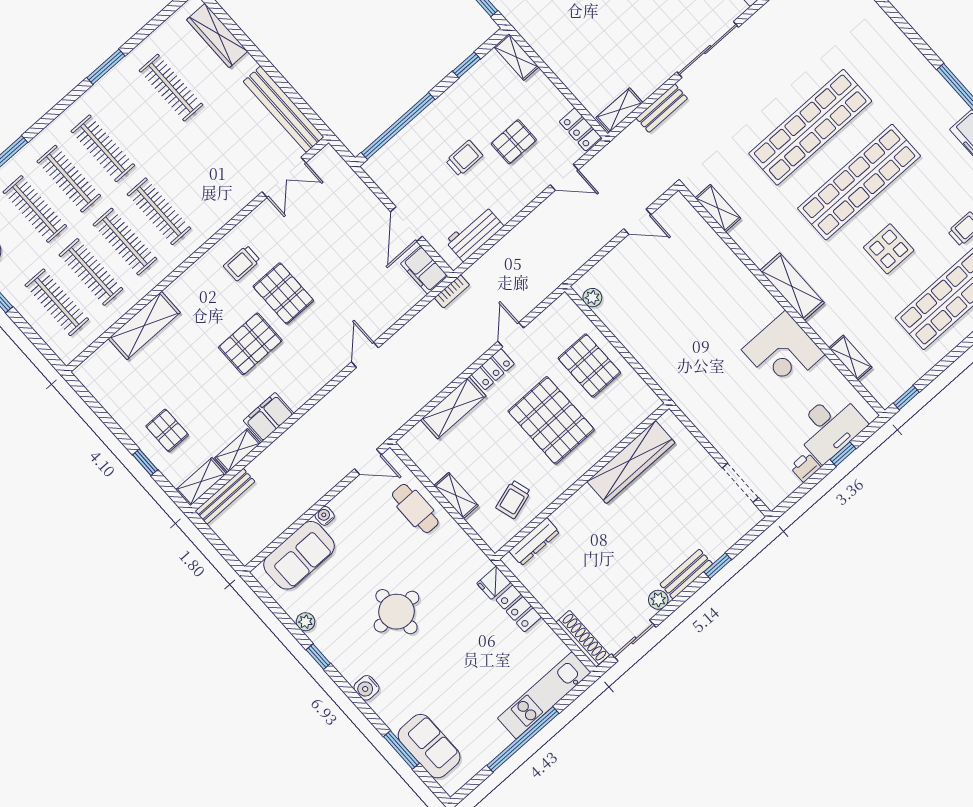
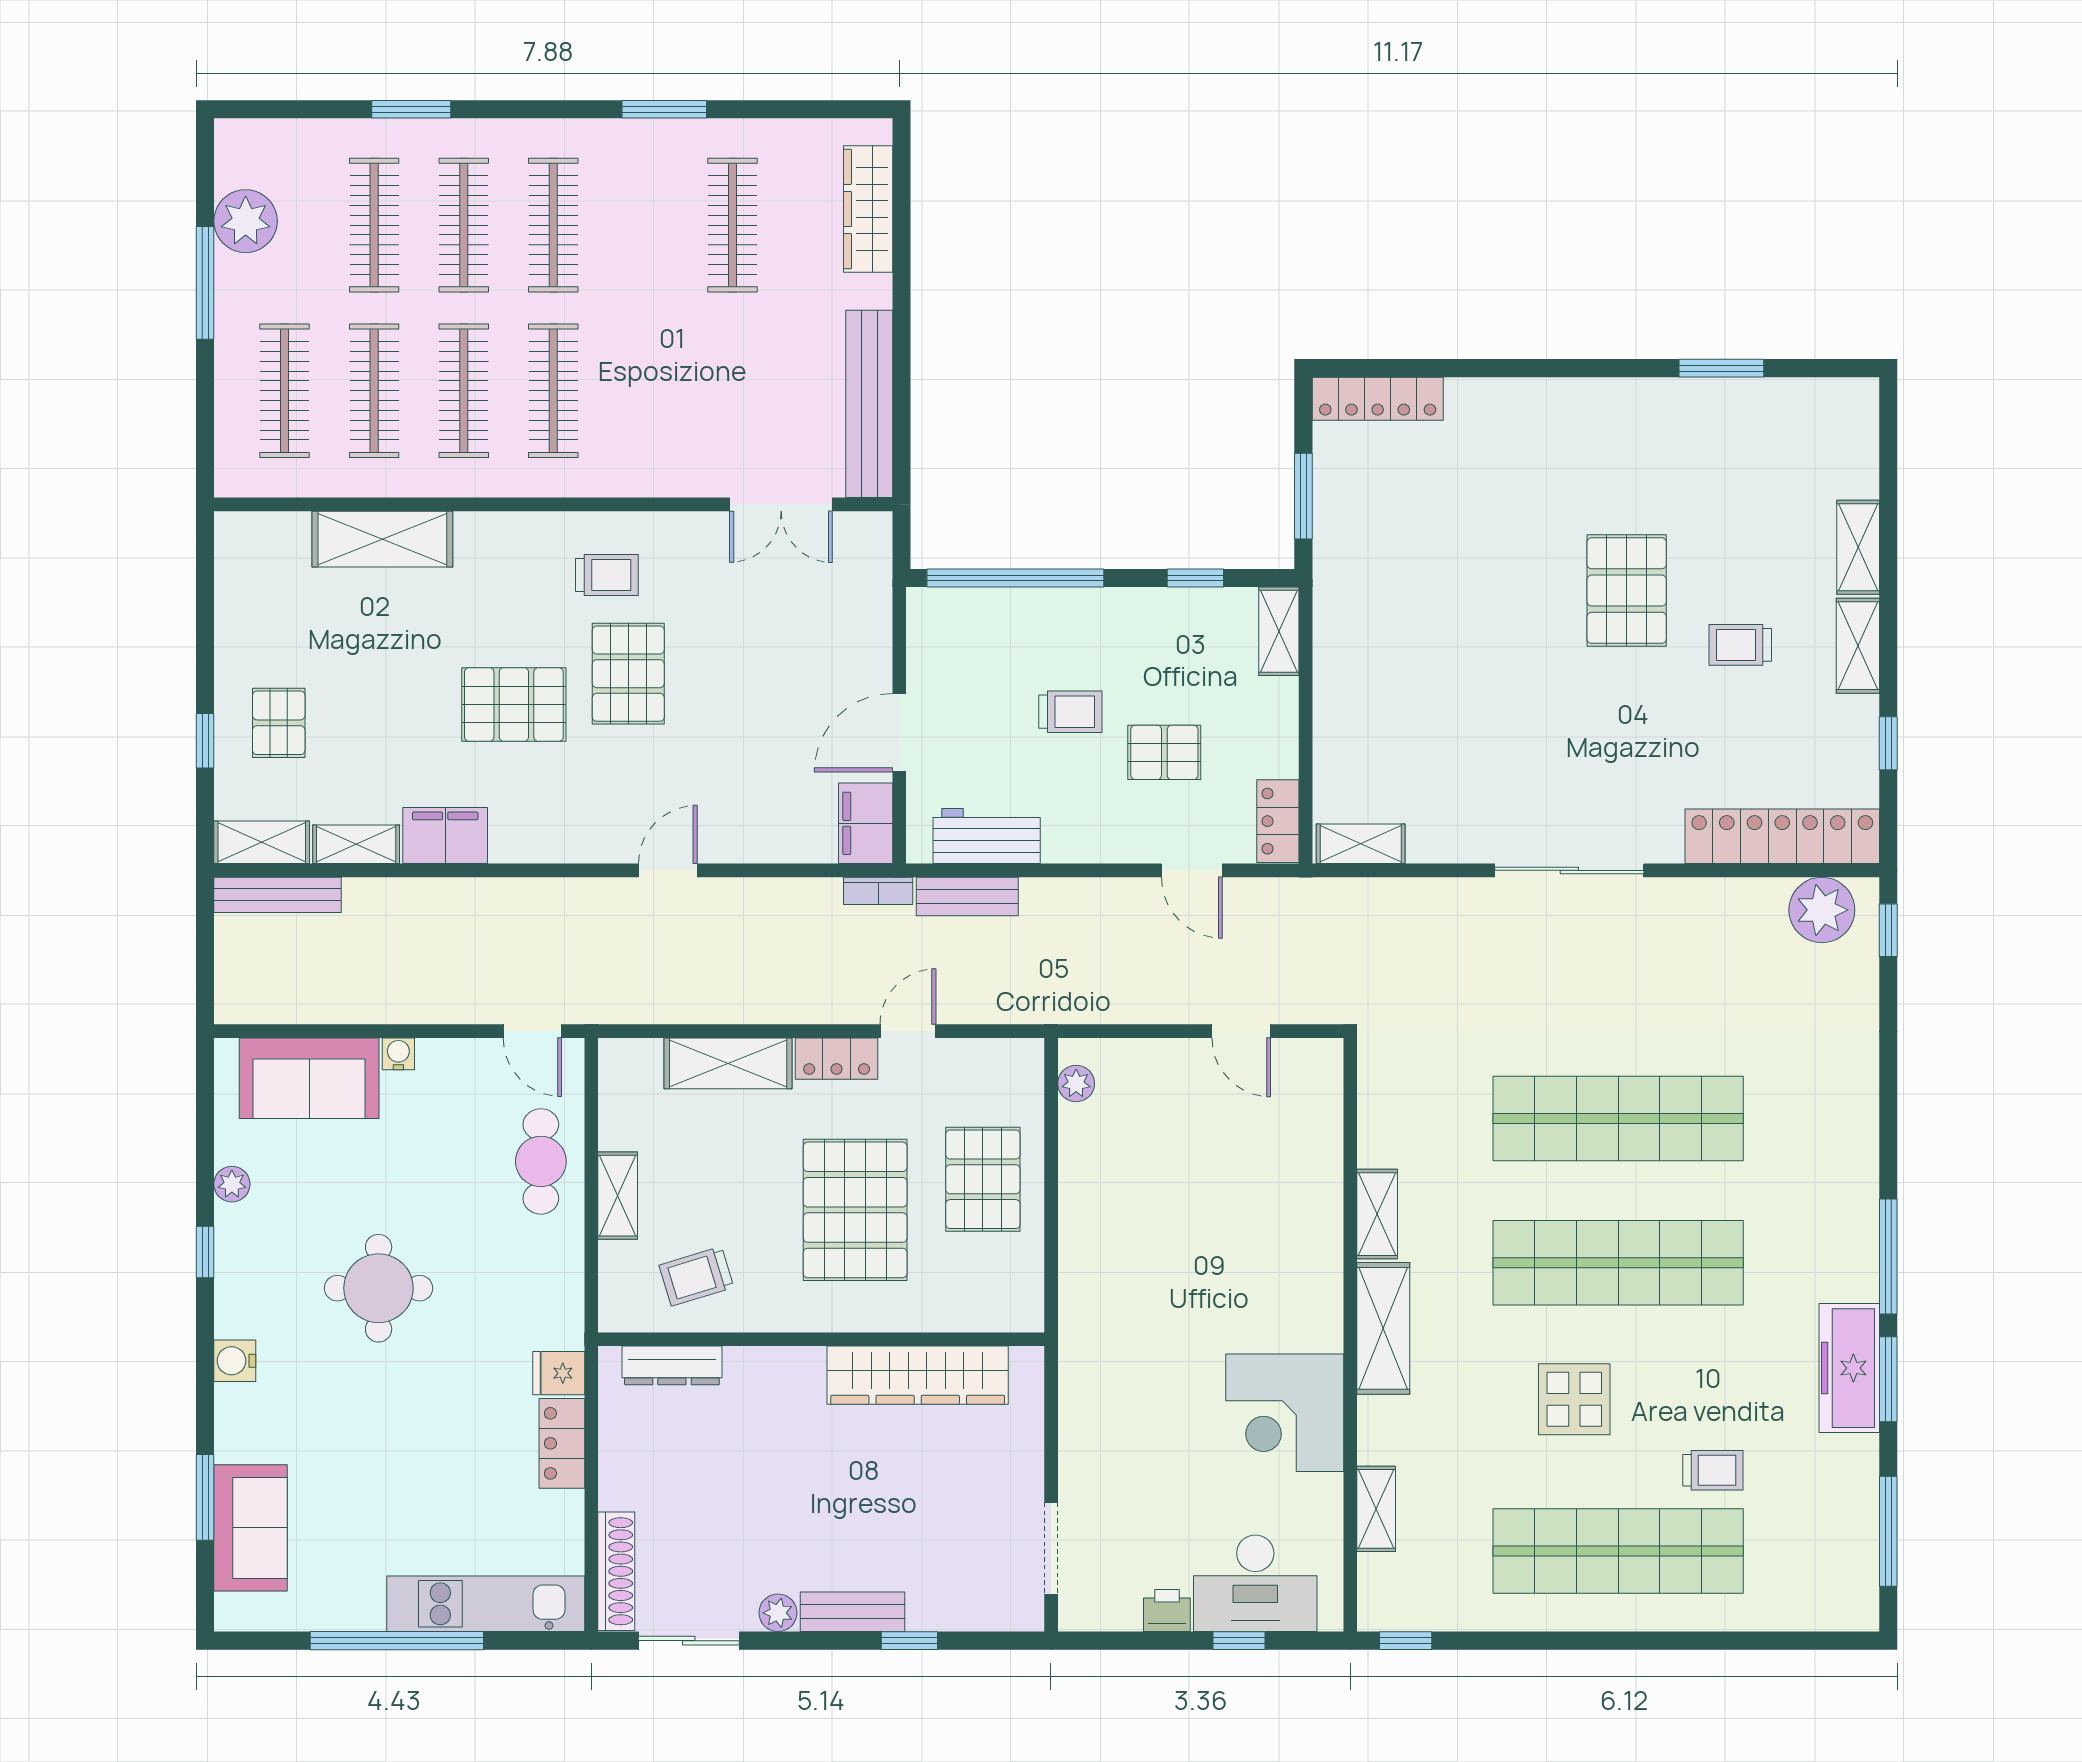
bench: (662, 108) -> (967, 897), moved
shelving: (718, 208) -> (1377, 1214), moved
trolley: (242, 263) -> (607, 575), turned 180

